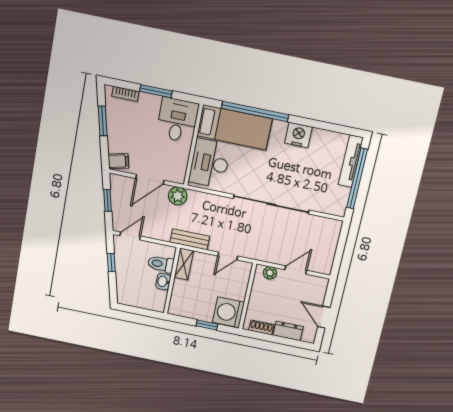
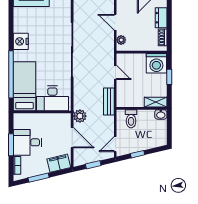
desk: (177, 120) -> (28, 142), moved
filing cabinet: (118, 161) -> (59, 163), width x2.00
door: (130, 236) -> (115, 144), hinge flipped
shelving: (184, 264) -> (156, 102), moved
washbasin: (163, 282) -> (161, 114), moved

